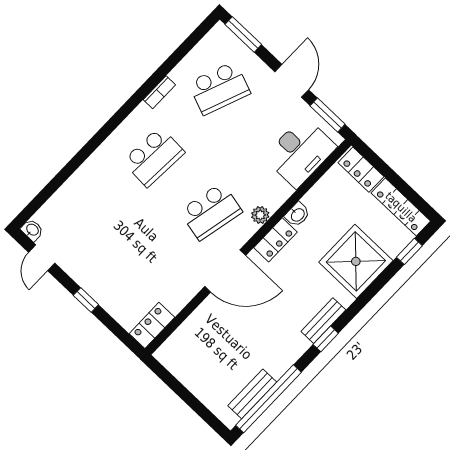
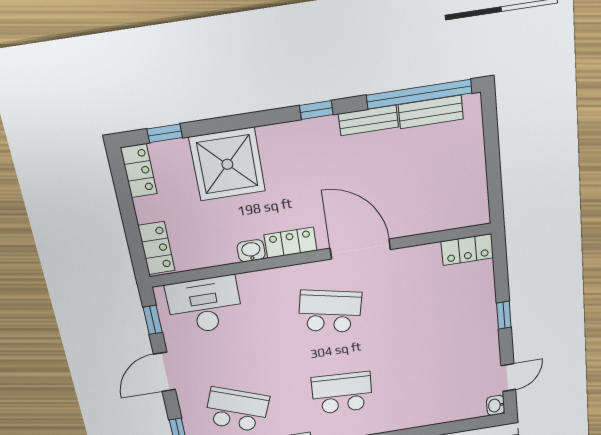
window: (328, 115) -> (153, 320), width x0.67
locker: (401, 207) -> (139, 171), width x0.66
plant: (260, 215) -> (287, 276), removed
bench: (323, 321) -> (368, 120), moved

